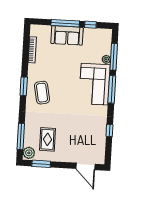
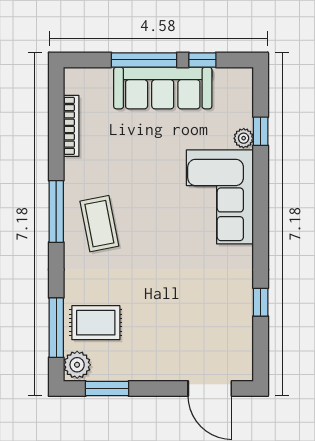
sofa: (67, 35) -> (163, 88), width x1.36
window: (114, 57) -> (261, 131), width x0.46
window: (24, 86) -> (56, 211), width x1.44
window: (112, 89) -> (261, 207), removed
rug: (48, 139) -> (96, 323), moved, turned 90

